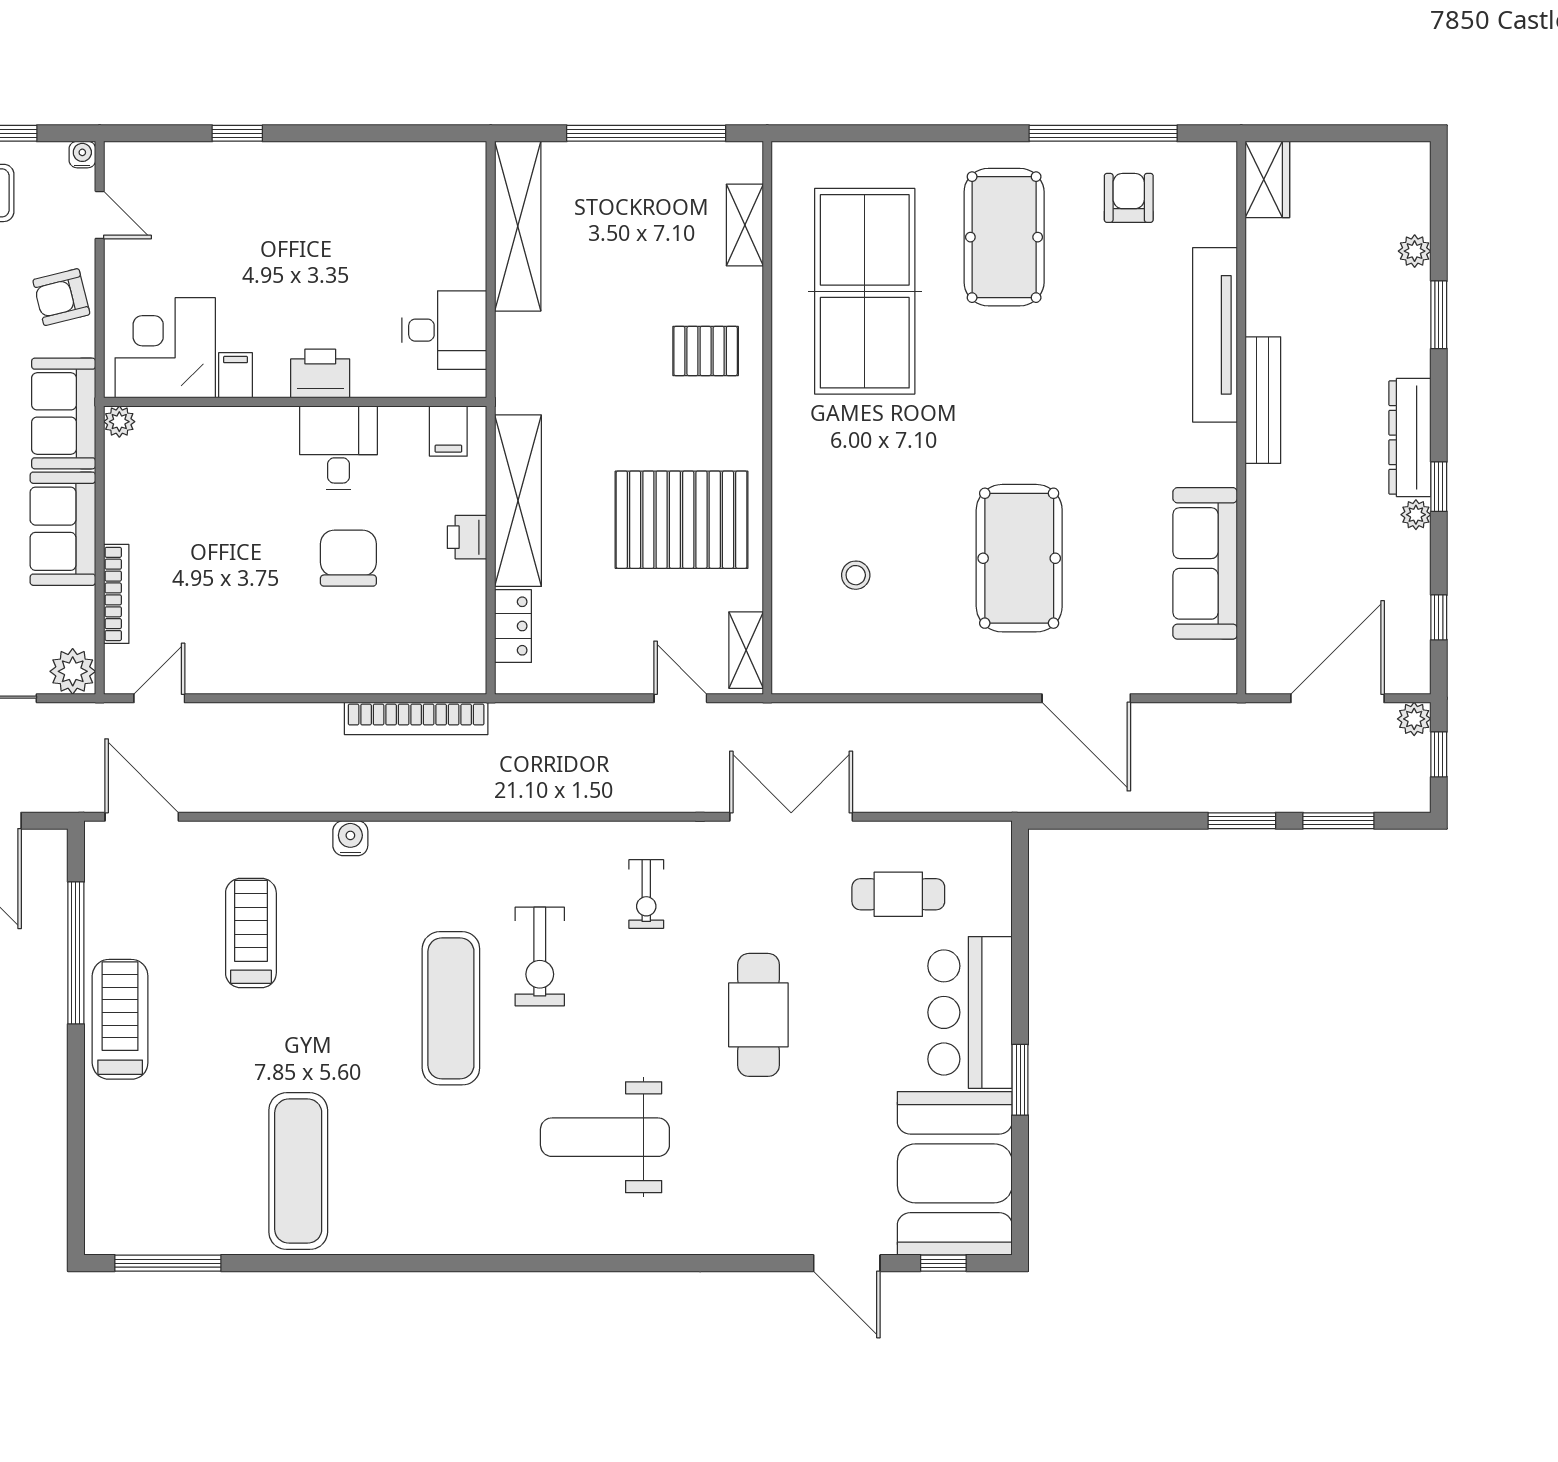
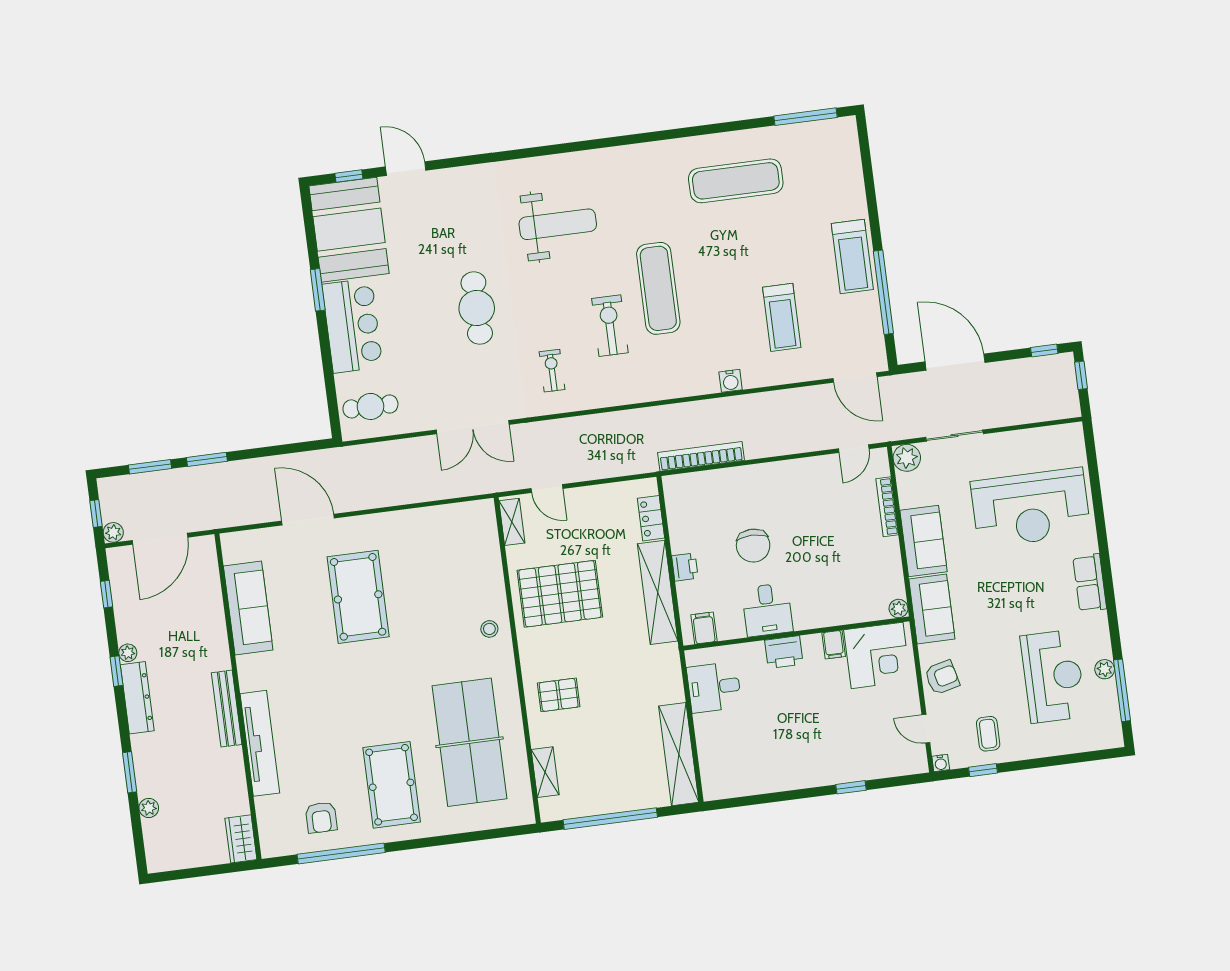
stool: (856, 575) -> (489, 629), moved
cafe table: (898, 894) -> (370, 406), moved
exercise mat: (298, 1171) -> (736, 181), turned 90

